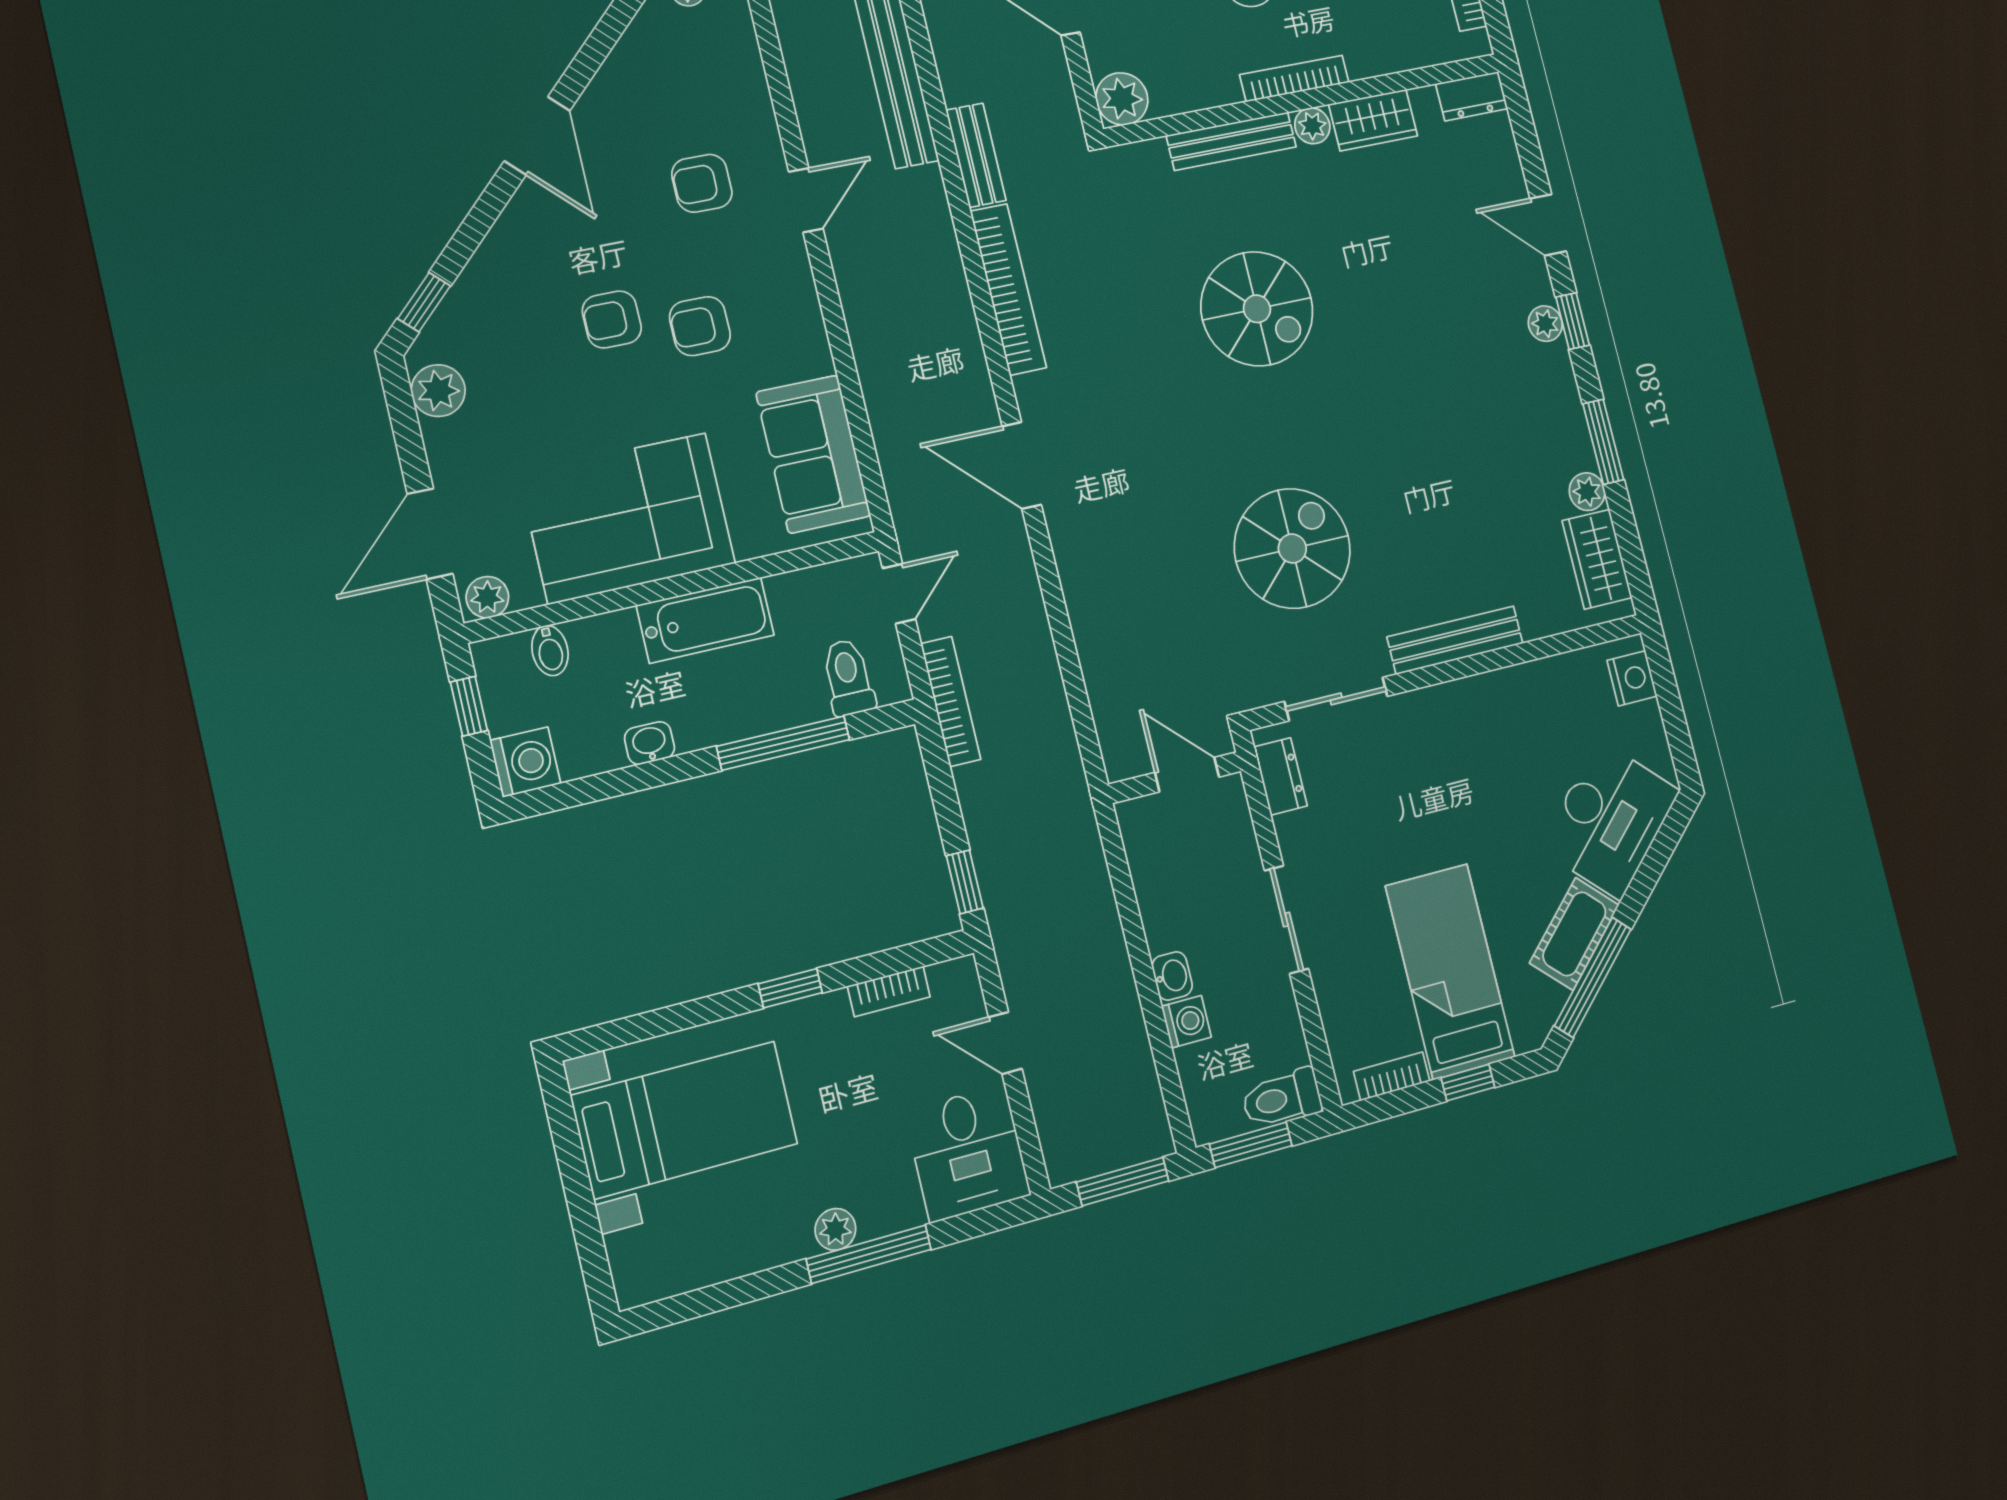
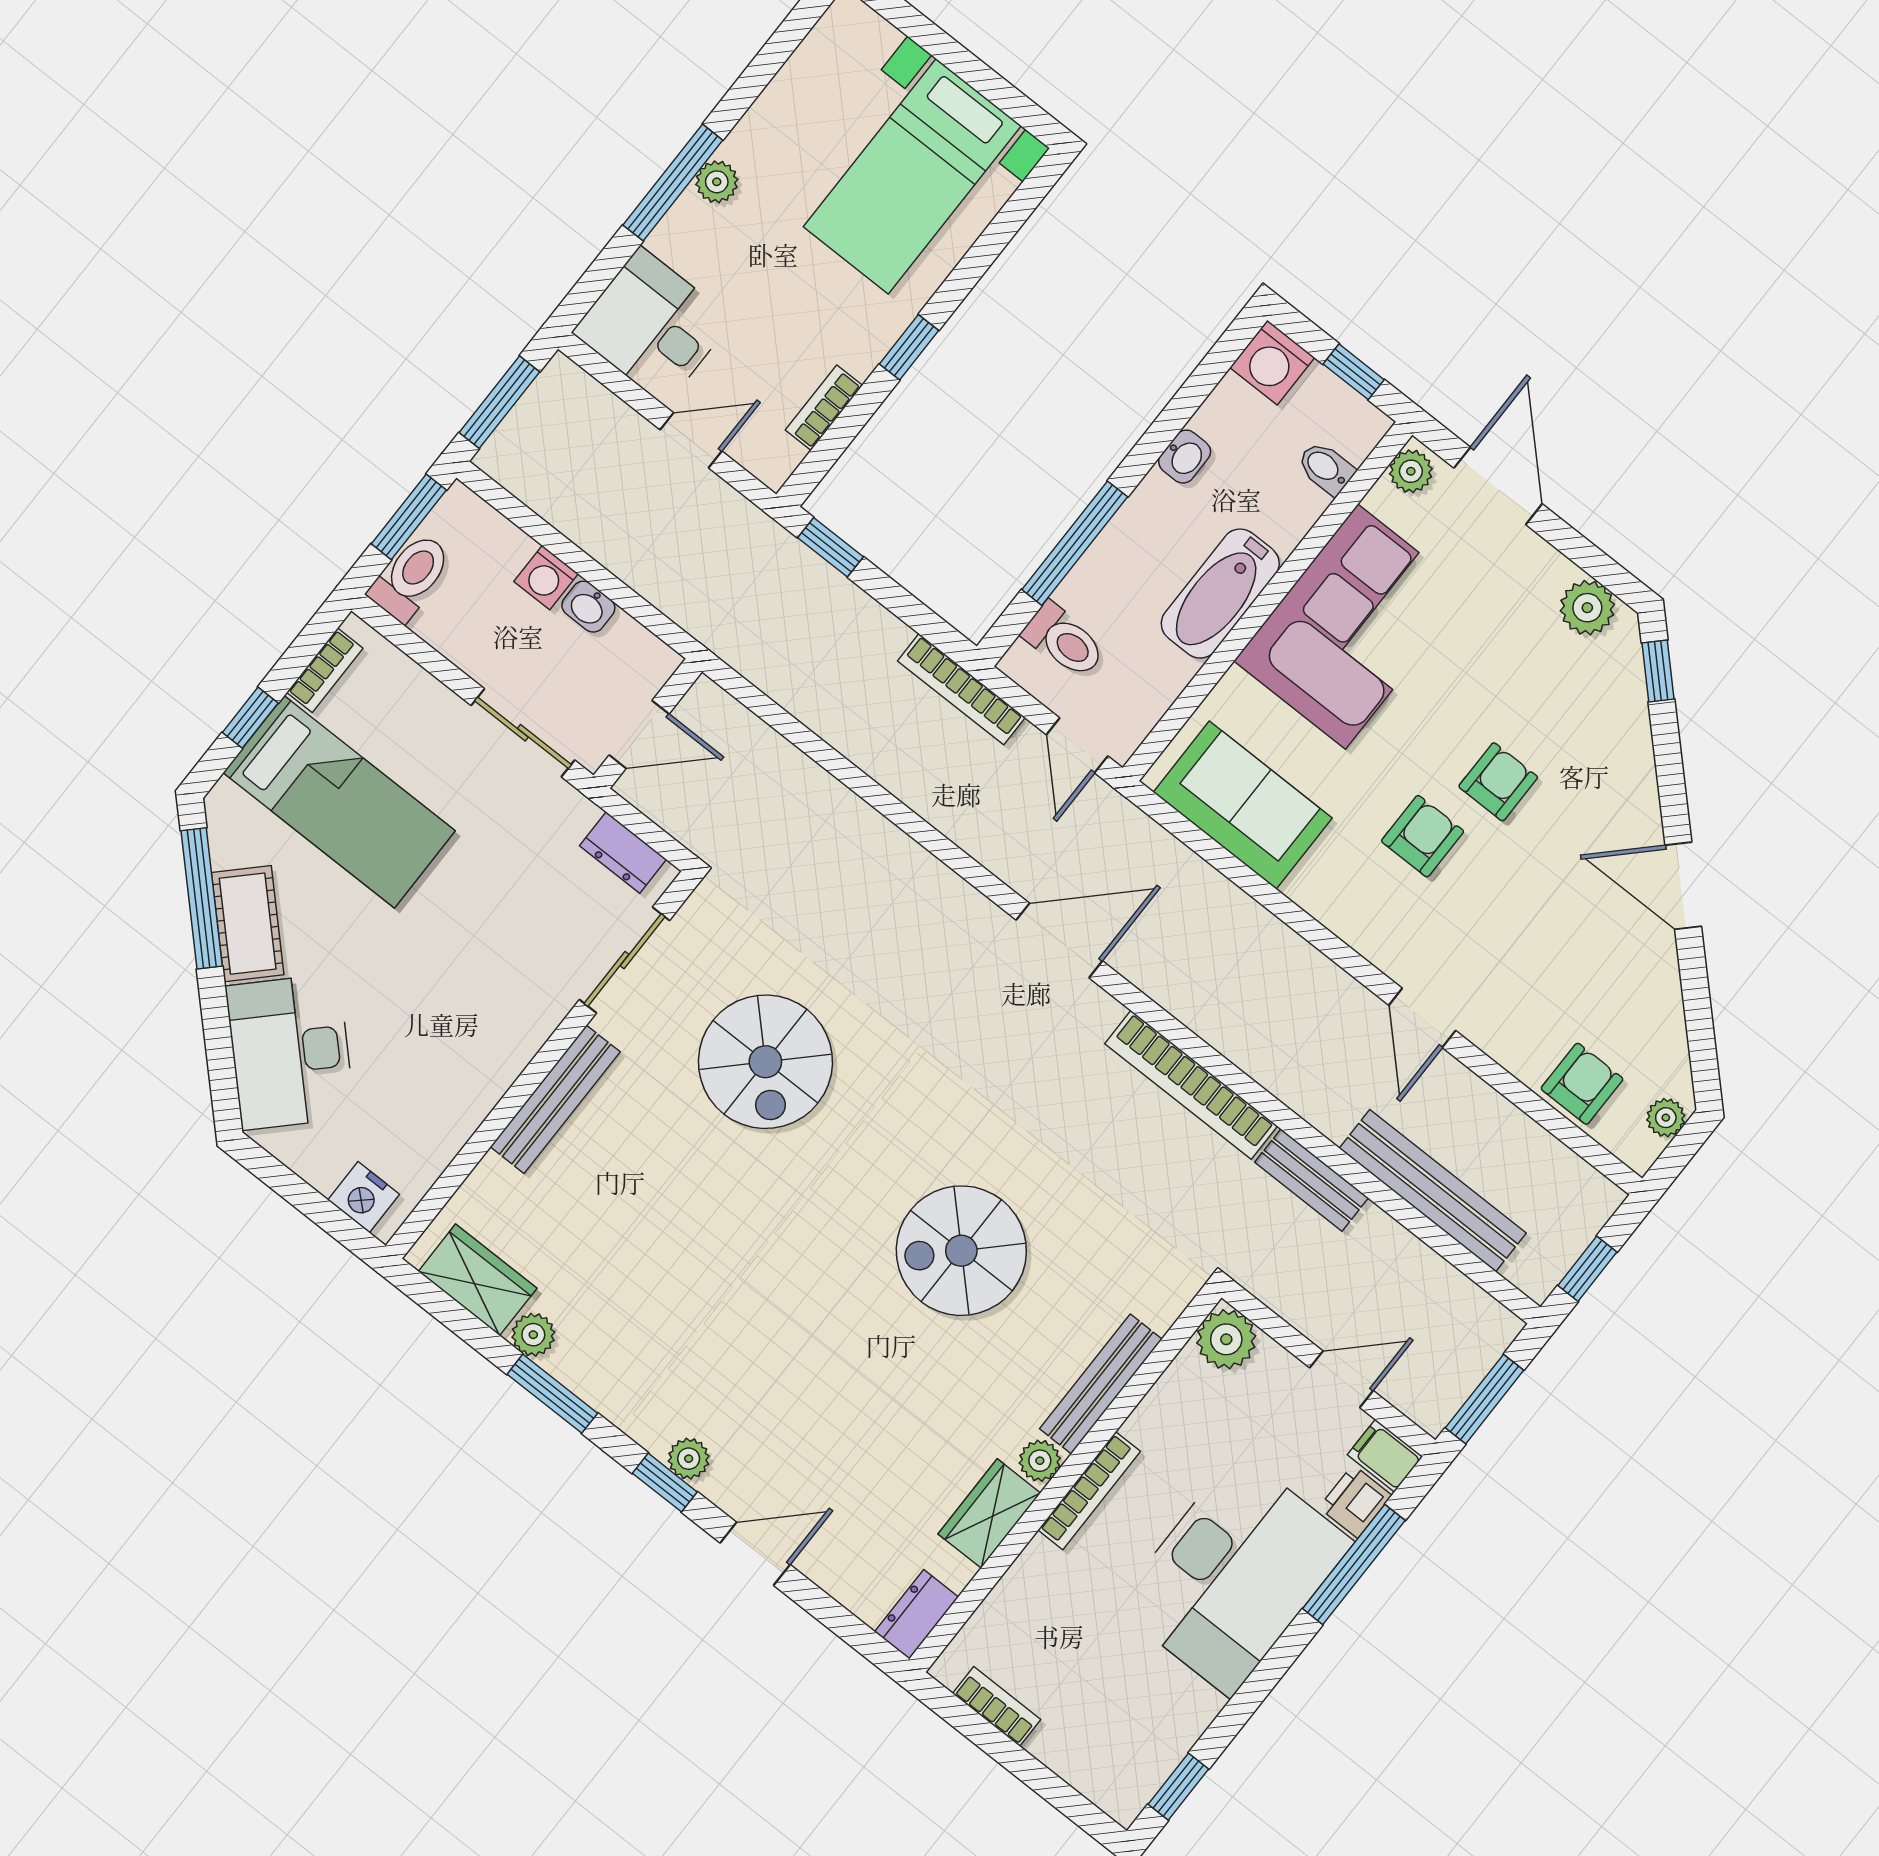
armchair: (702, 183) -> (1582, 1084), moved
door: (1187, 775) -> (639, 735), moved
wall: (1175, 778) -> (648, 723), moved

